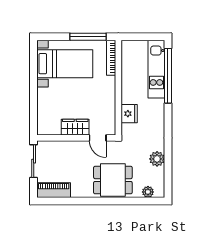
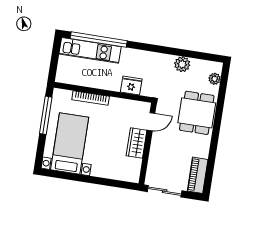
bookcase: (111, 58) -> (91, 98), moved

